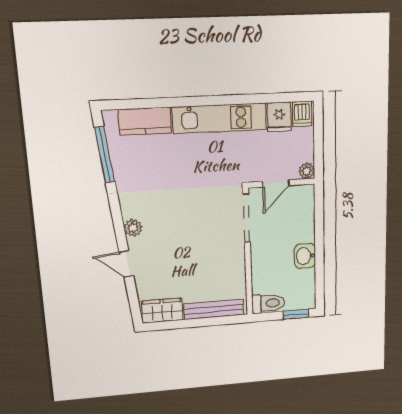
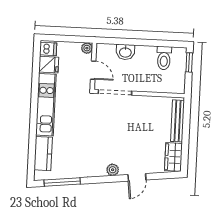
washbasin: (305, 256) -> (125, 52), moved
toilet: (268, 303) -> (164, 58), moved, turned 180

